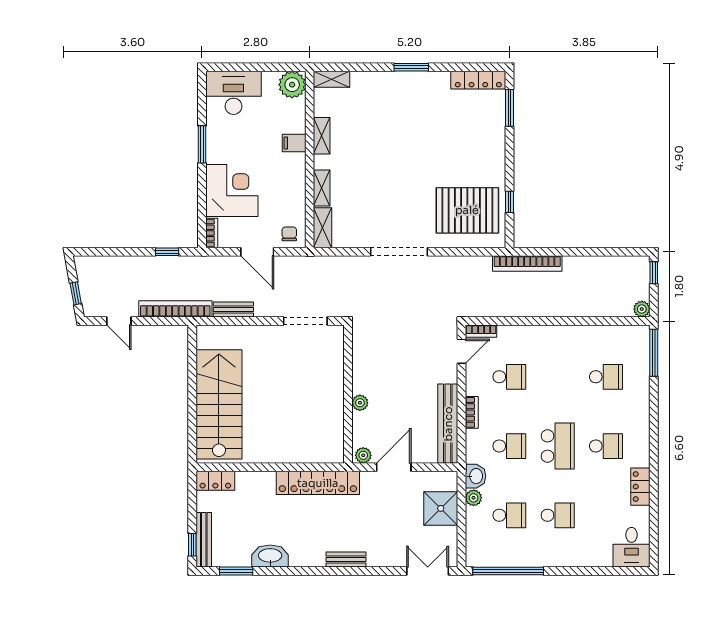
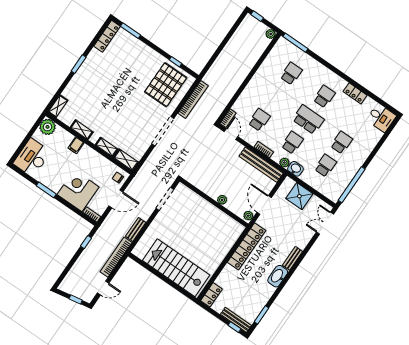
bookcase: (527, 264) -> (193, 99), moved
plant: (474, 498) -> (284, 163), moved
washbasin: (270, 556) -> (278, 276), moved

